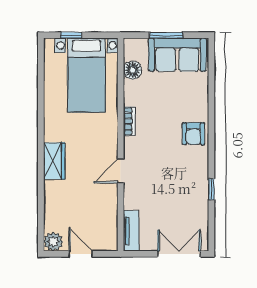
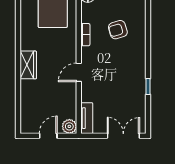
armchair: (193, 134) -> (118, 30), moved, turned 73
plant: (53, 242) -> (69, 126), moved
door: (81, 254) -> (48, 136), hinge flipped

